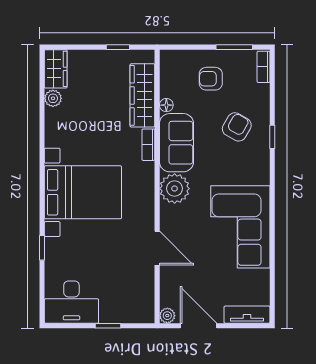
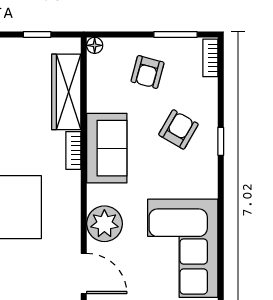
armchair: (211, 79) -> (147, 72), turned -75
floor lamp: (166, 105) -> (95, 45), moved
plant: (175, 189) -> (104, 224), moved

